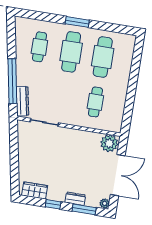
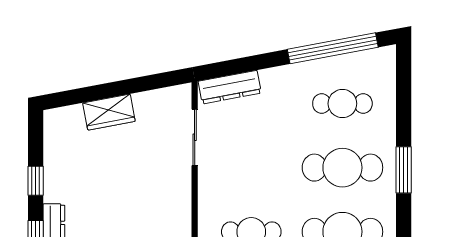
window: (12, 81) -> (333, 48), moved
wardrobe: (35, 190) -> (109, 112), moved, turned 79

